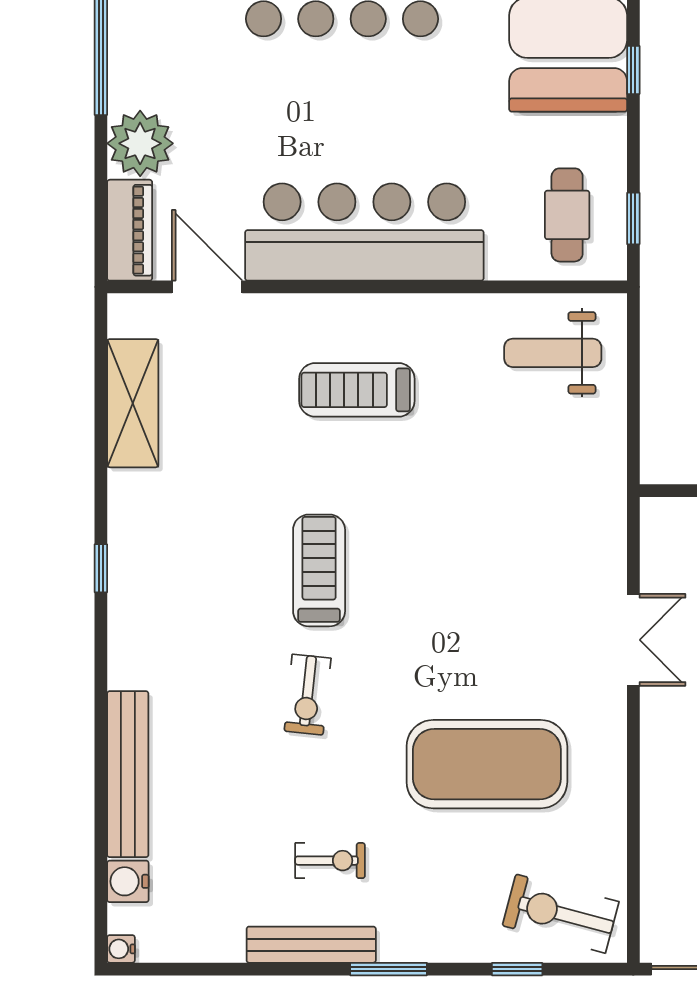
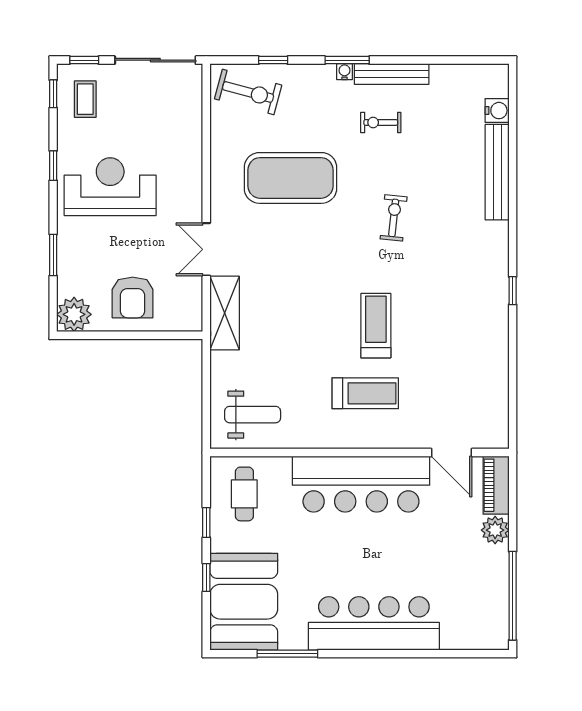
plant: (140, 143) -> (495, 530), width x0.73, depth x0.73
window: (633, 218) -> (206, 523), moved
shelving: (133, 403) -> (225, 313), moved
treadmill: (319, 570) -> (376, 326), moved, turned 180
water cooler: (121, 949) -> (345, 72), moved, turned -90

